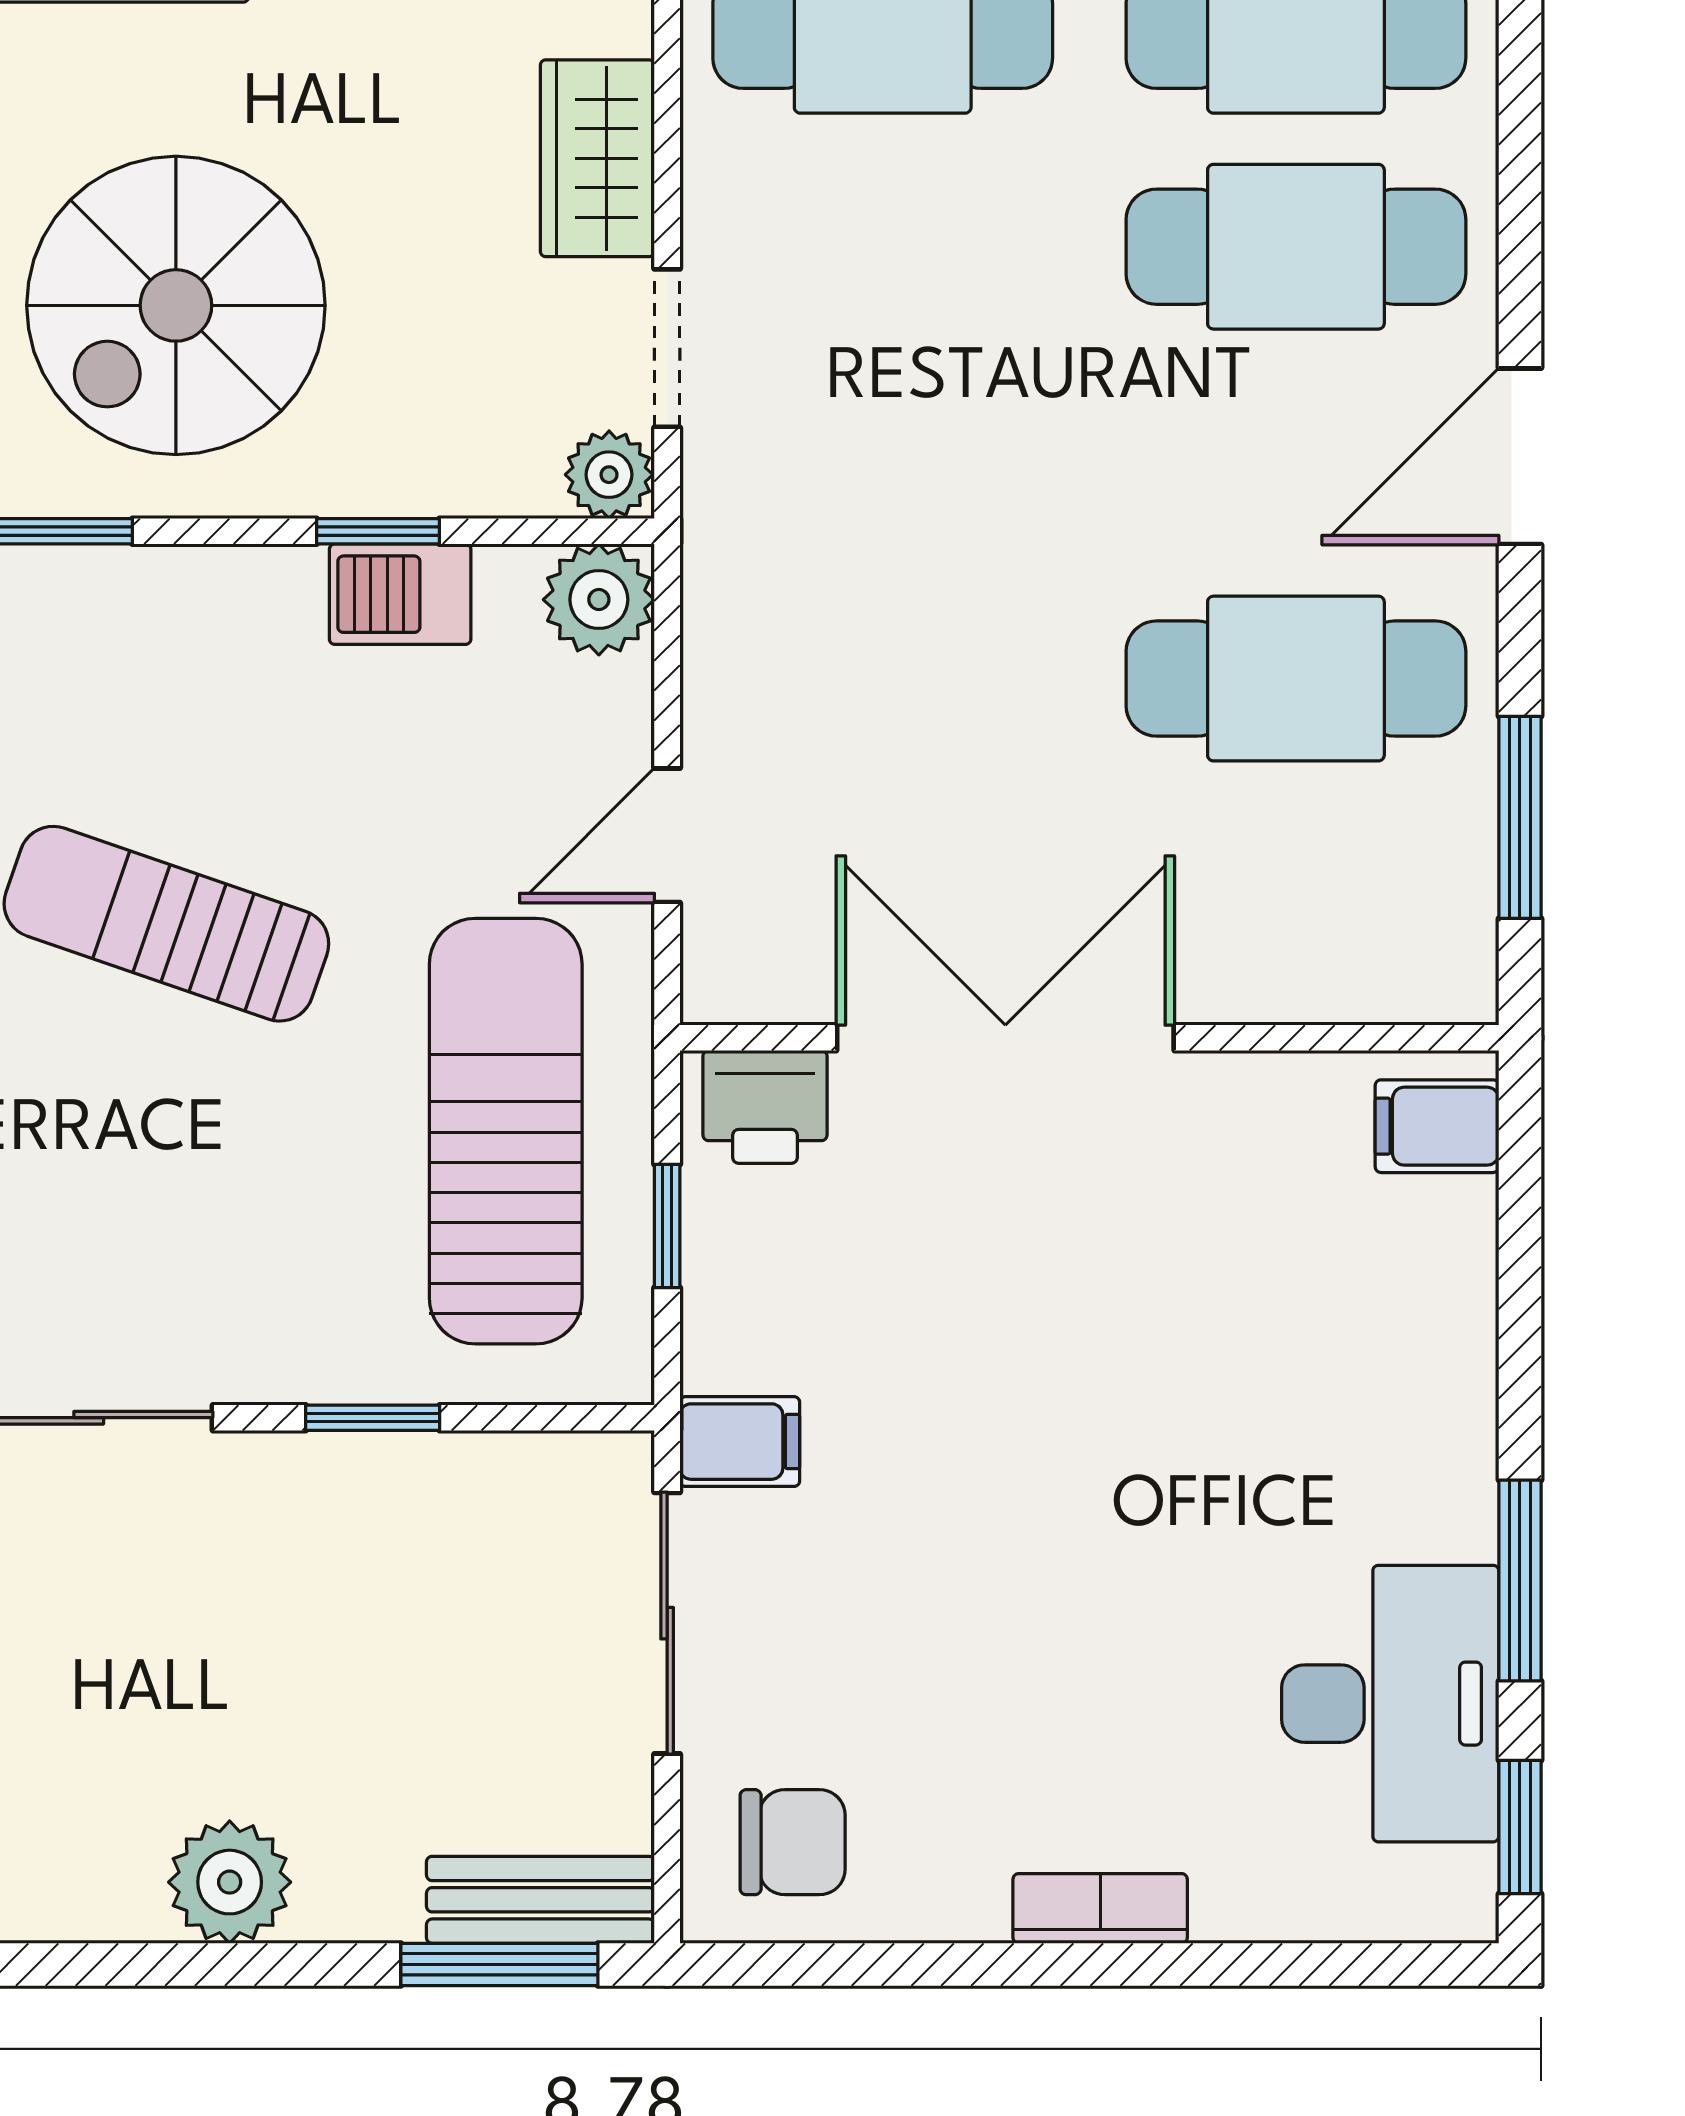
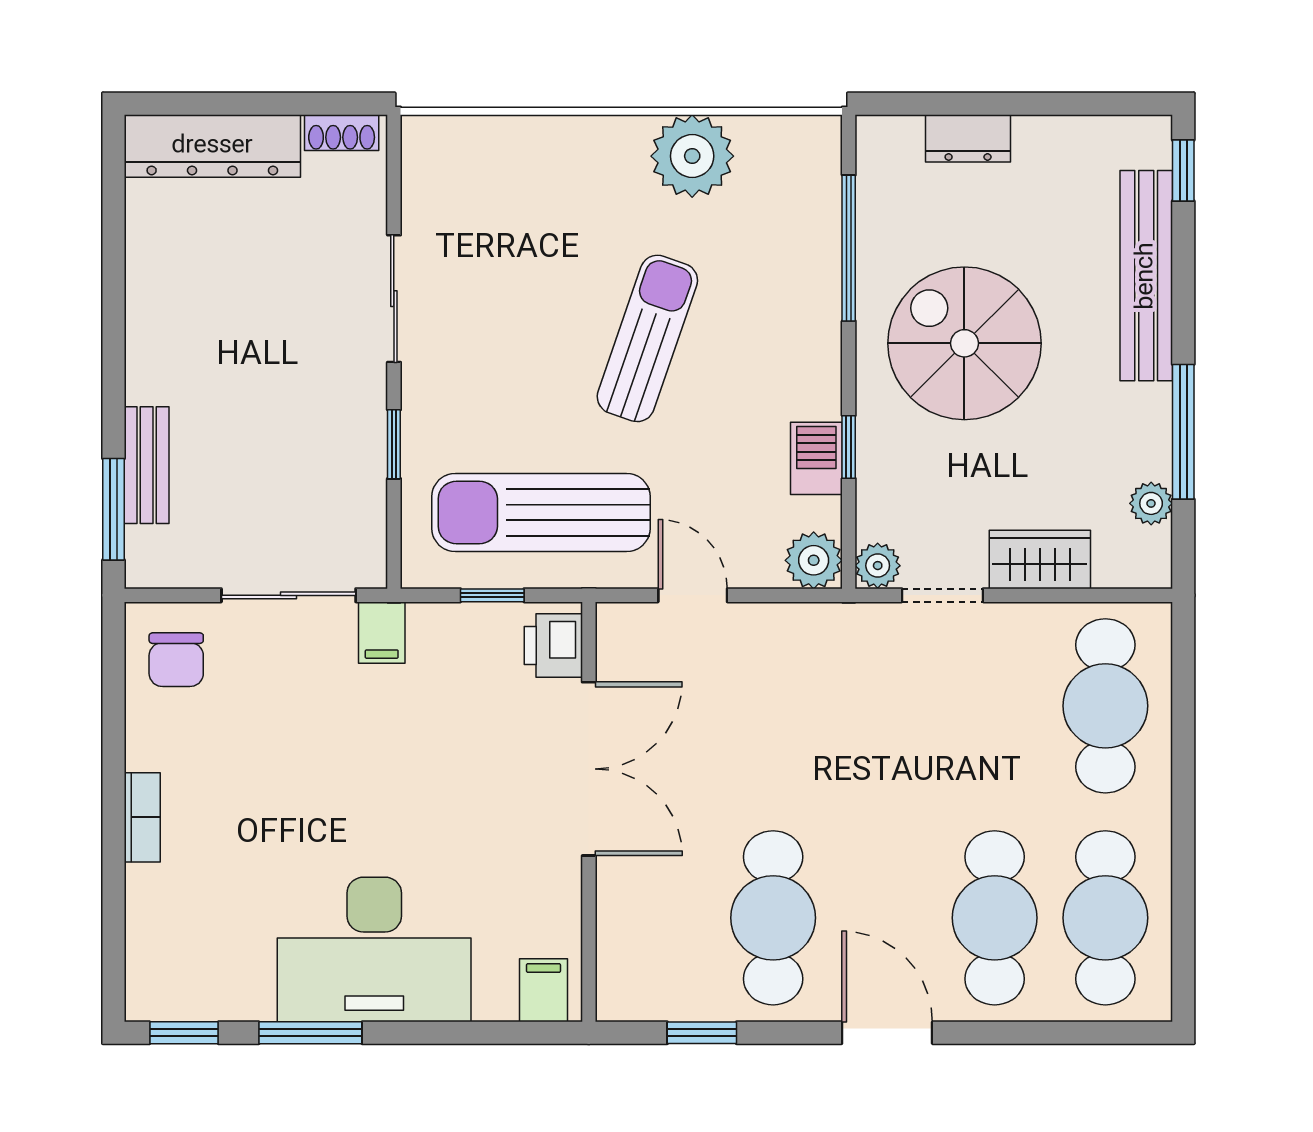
window: (1520, 817) -> (702, 1033), width x0.67
sun lounger: (506, 1131) -> (541, 512), turned 180
desk: (1390, 1704) -> (374, 949), moved, width x1.36, depth x1.30
plant: (230, 1882) -> (156, 371), removed
bench: (540, 1900) -> (147, 465), moved

